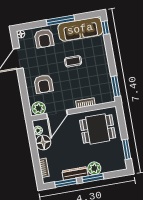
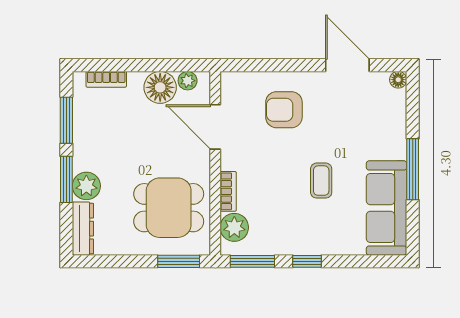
window: (105, 28) -> (307, 261), moved
armchair: (44, 38) -> (380, 128), removed
plant: (39, 108) -> (234, 227), moved
dining table: (98, 129) -> (169, 208), turned 90
window: (127, 149) -> (179, 261), moved
dresser: (75, 173) -> (83, 229), moved

